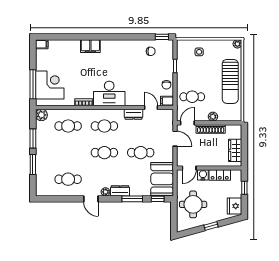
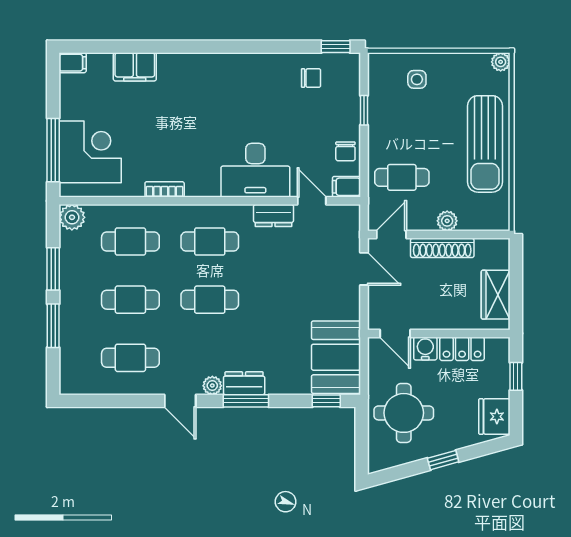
filing cabinet: (90, 46) -> (135, 67), moved
desk: (109, 93) -> (255, 170), moved
cafe table: (141, 153) -> (130, 300), moved
door: (189, 168) -> (395, 333), hinge flipped
window: (132, 199) -> (246, 401), moved

